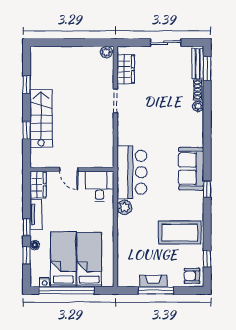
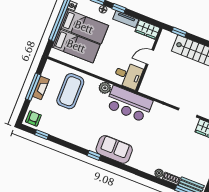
window: (27, 130) -> (179, 32), moved
coffee table: (180, 233) -> (70, 91), moved

